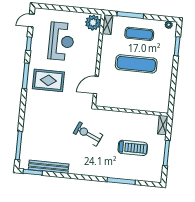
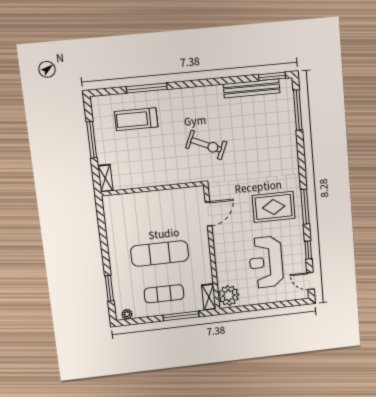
door: (31, 20) -> (311, 281), swing flipped
treadmill: (133, 148) -> (136, 119), moved

